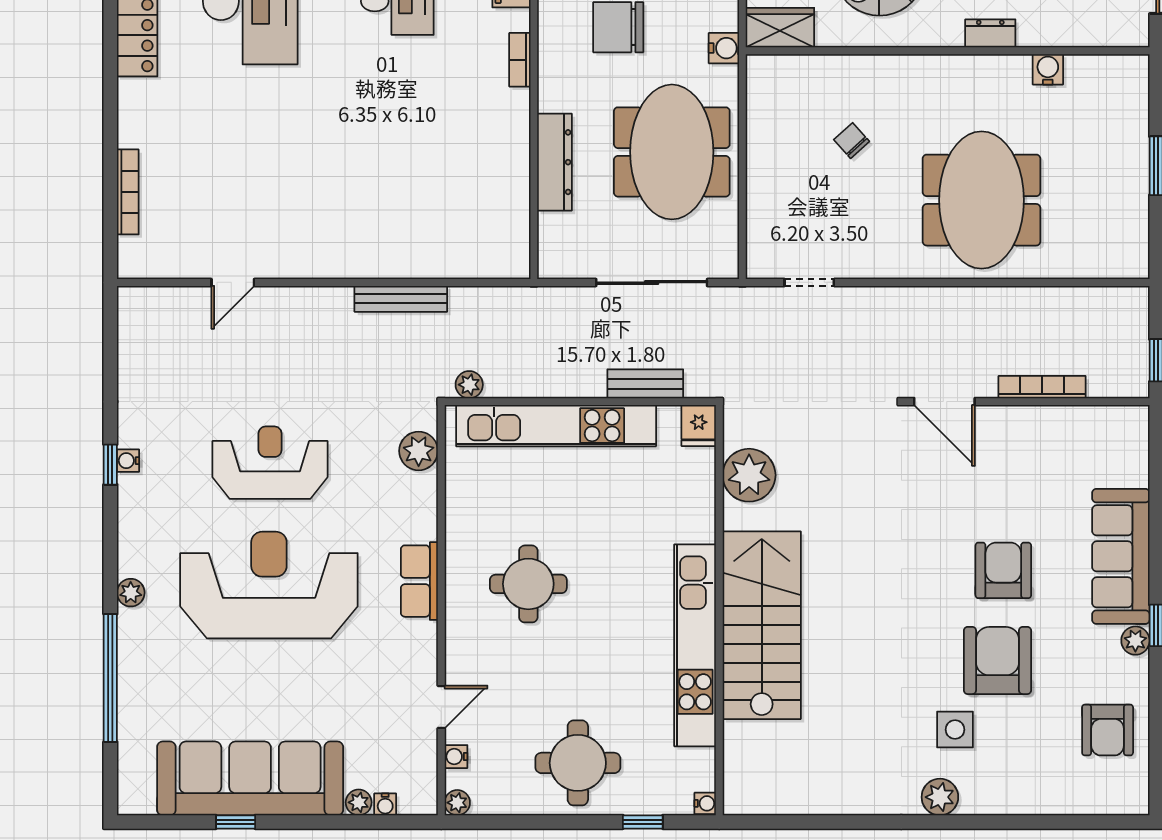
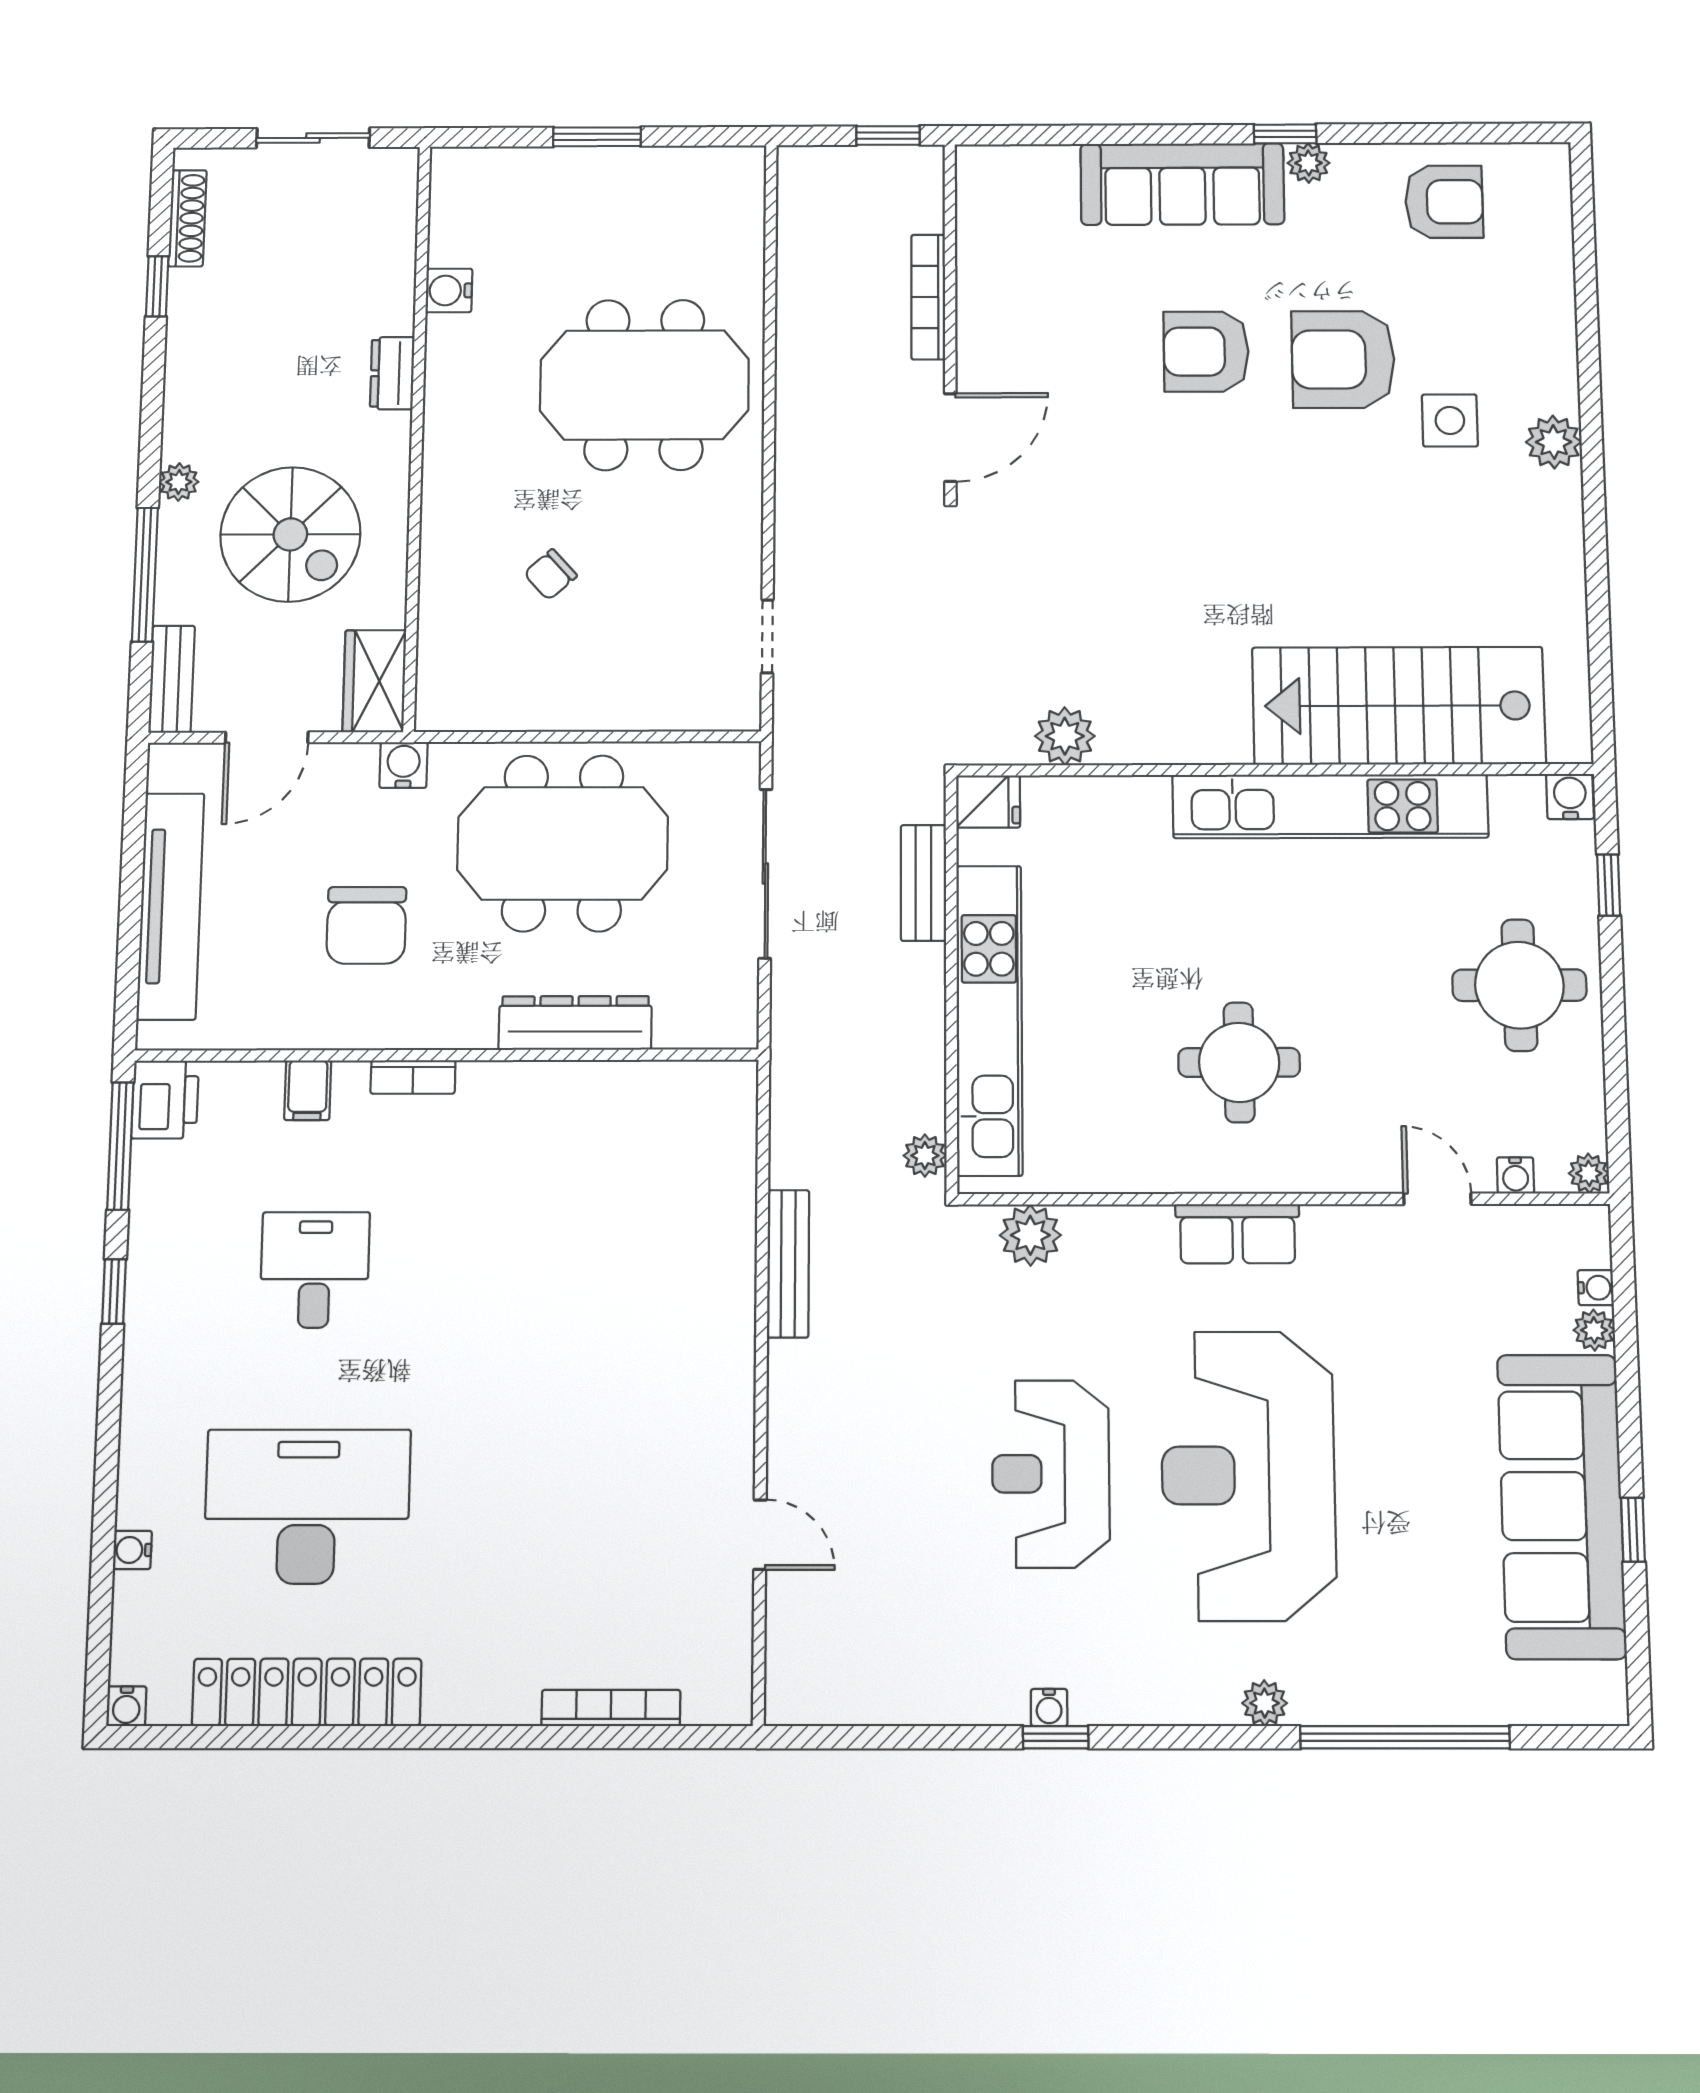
plant: (749, 475) -> (1065, 736), width x0.73, depth x0.73
stairs: (762, 625) -> (1399, 706), moved
water cooler: (705, 803) -> (1570, 797), width x1.38, depth x1.38

